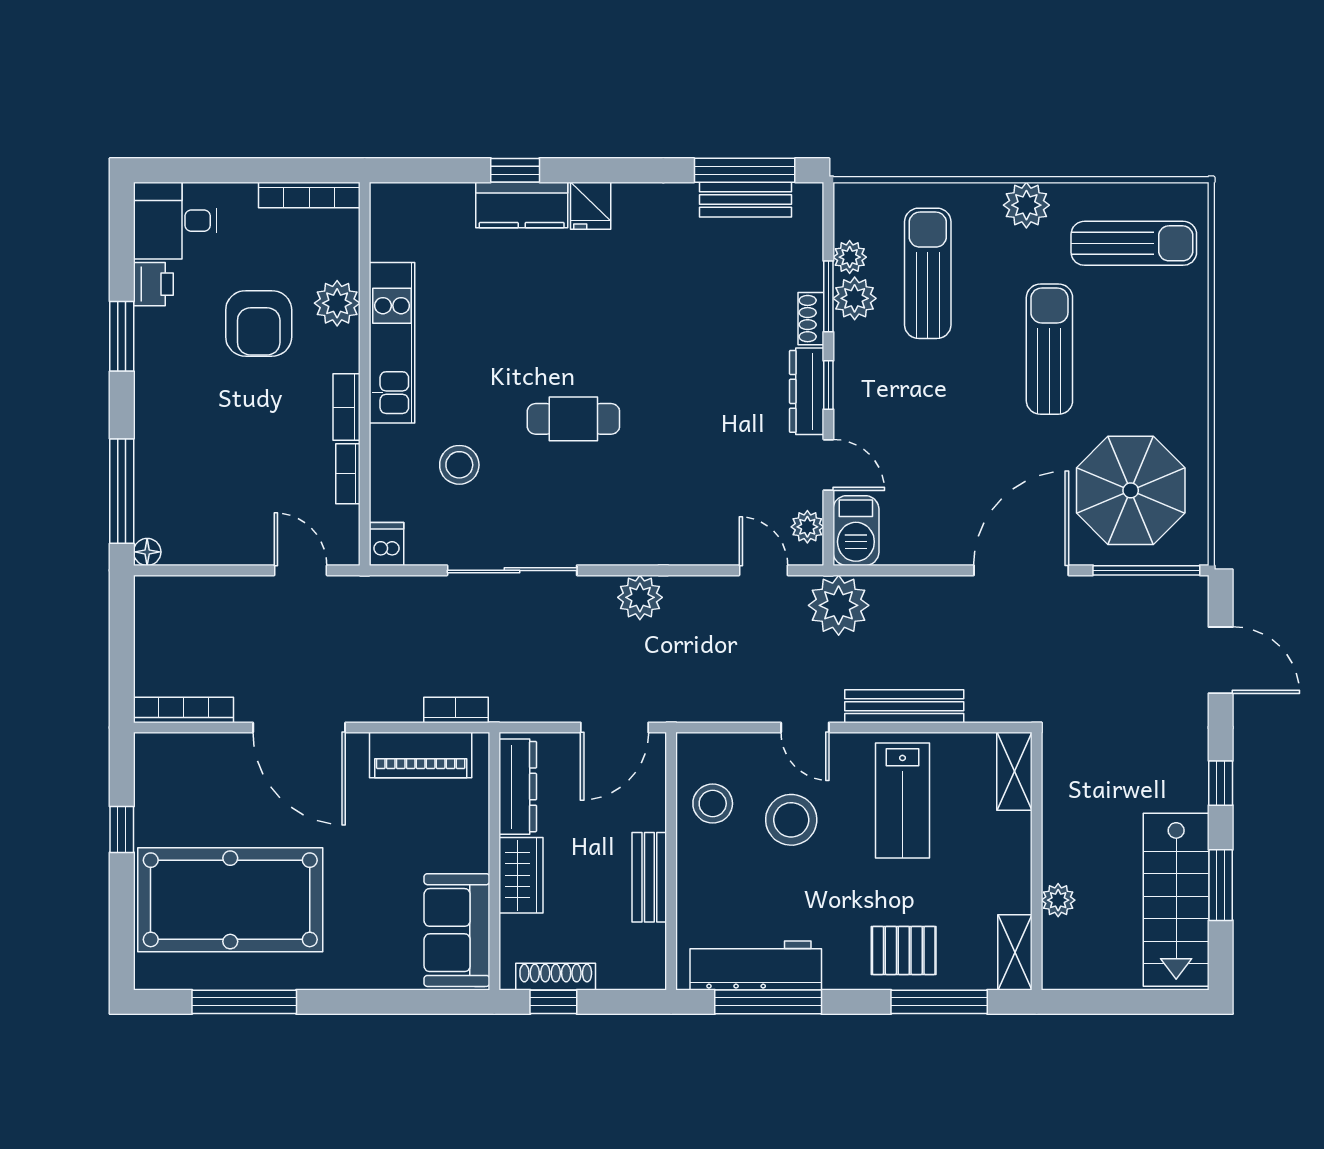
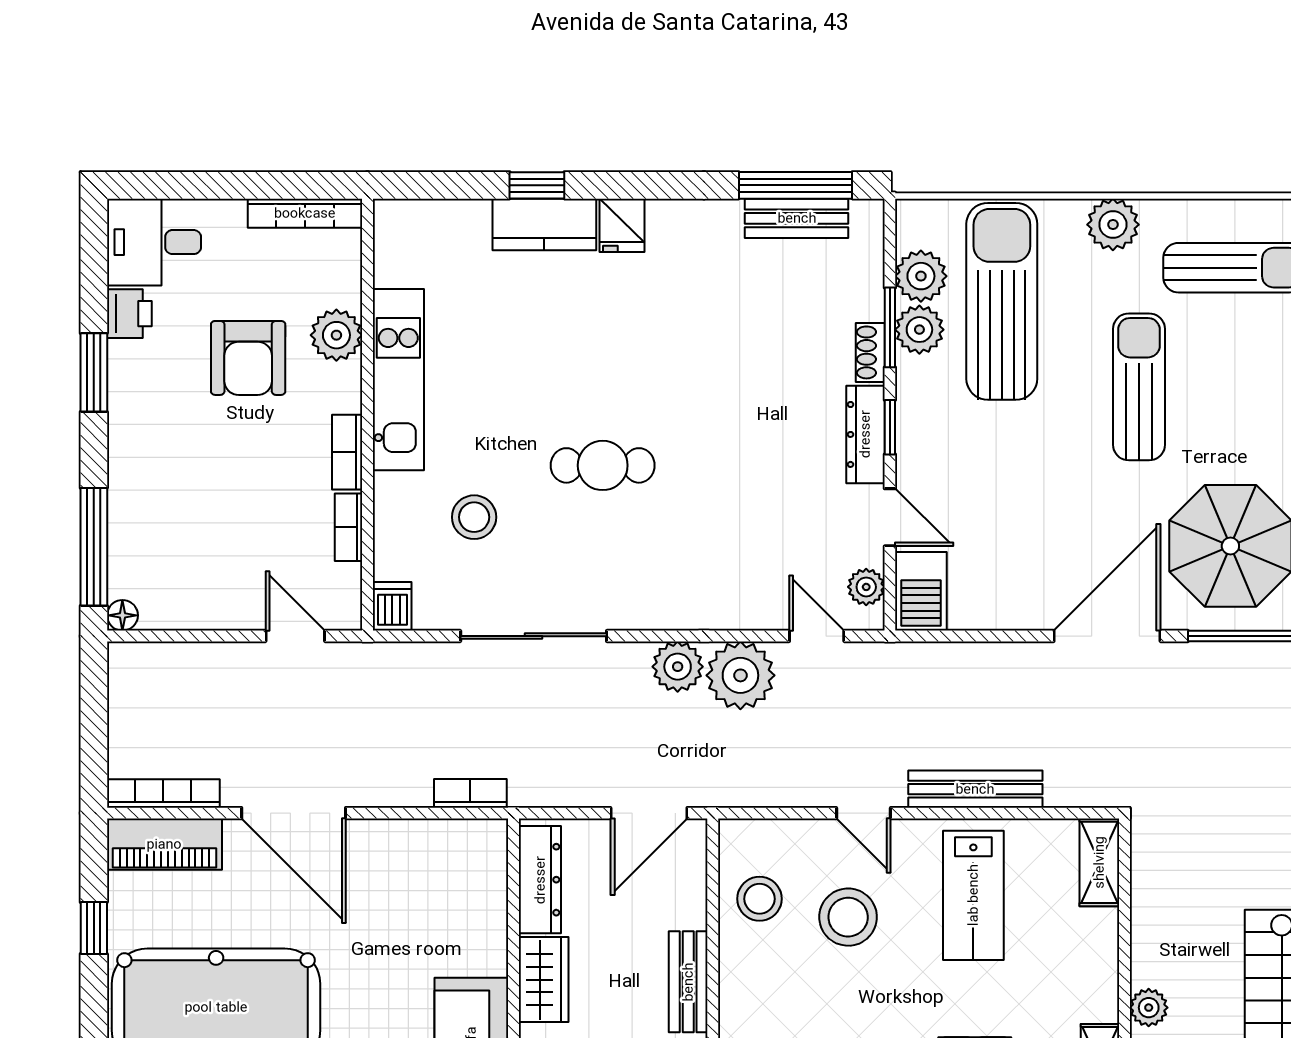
plant: (850, 257) -> (921, 276), width x1.38, depth x1.38
sun lounger: (928, 273) -> (1002, 301), width x1.36, depth x1.34
plant: (839, 605) -> (740, 675), moved
piano: (421, 755) -> (164, 844), moved

